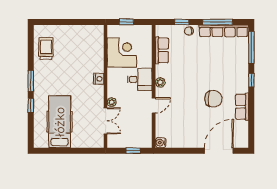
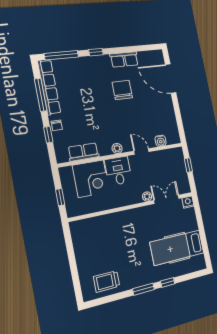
corner desk: (122, 52) -> (91, 179), moved, turned 180
nightstand: (99, 79) -> (188, 202), moved
water cooler: (161, 143) -> (161, 141), moved

